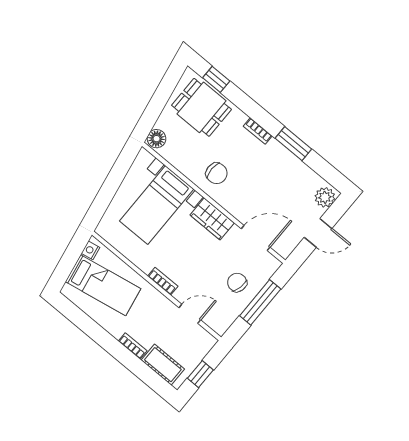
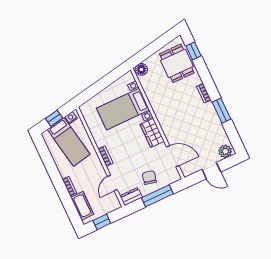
chair: (217, 173) -> (167, 107), removed
window: (68, 262) -> (54, 118), added
door: (190, 314) -> (112, 183), swing flipped
dresser: (224, 320) -> (131, 197), added

